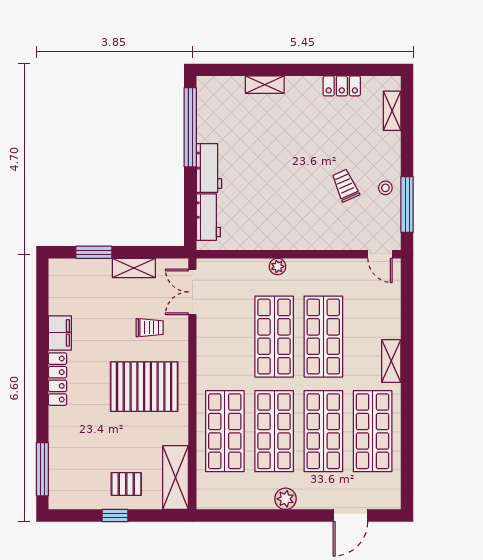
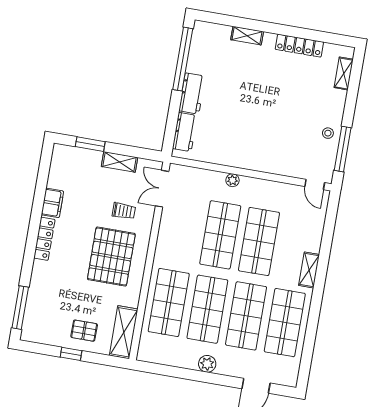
locker: (342, 86) -> (299, 46), width x1.53
trolley: (345, 185) -> (297, 126), removed
pallet: (144, 387) -> (111, 256), turned 90

